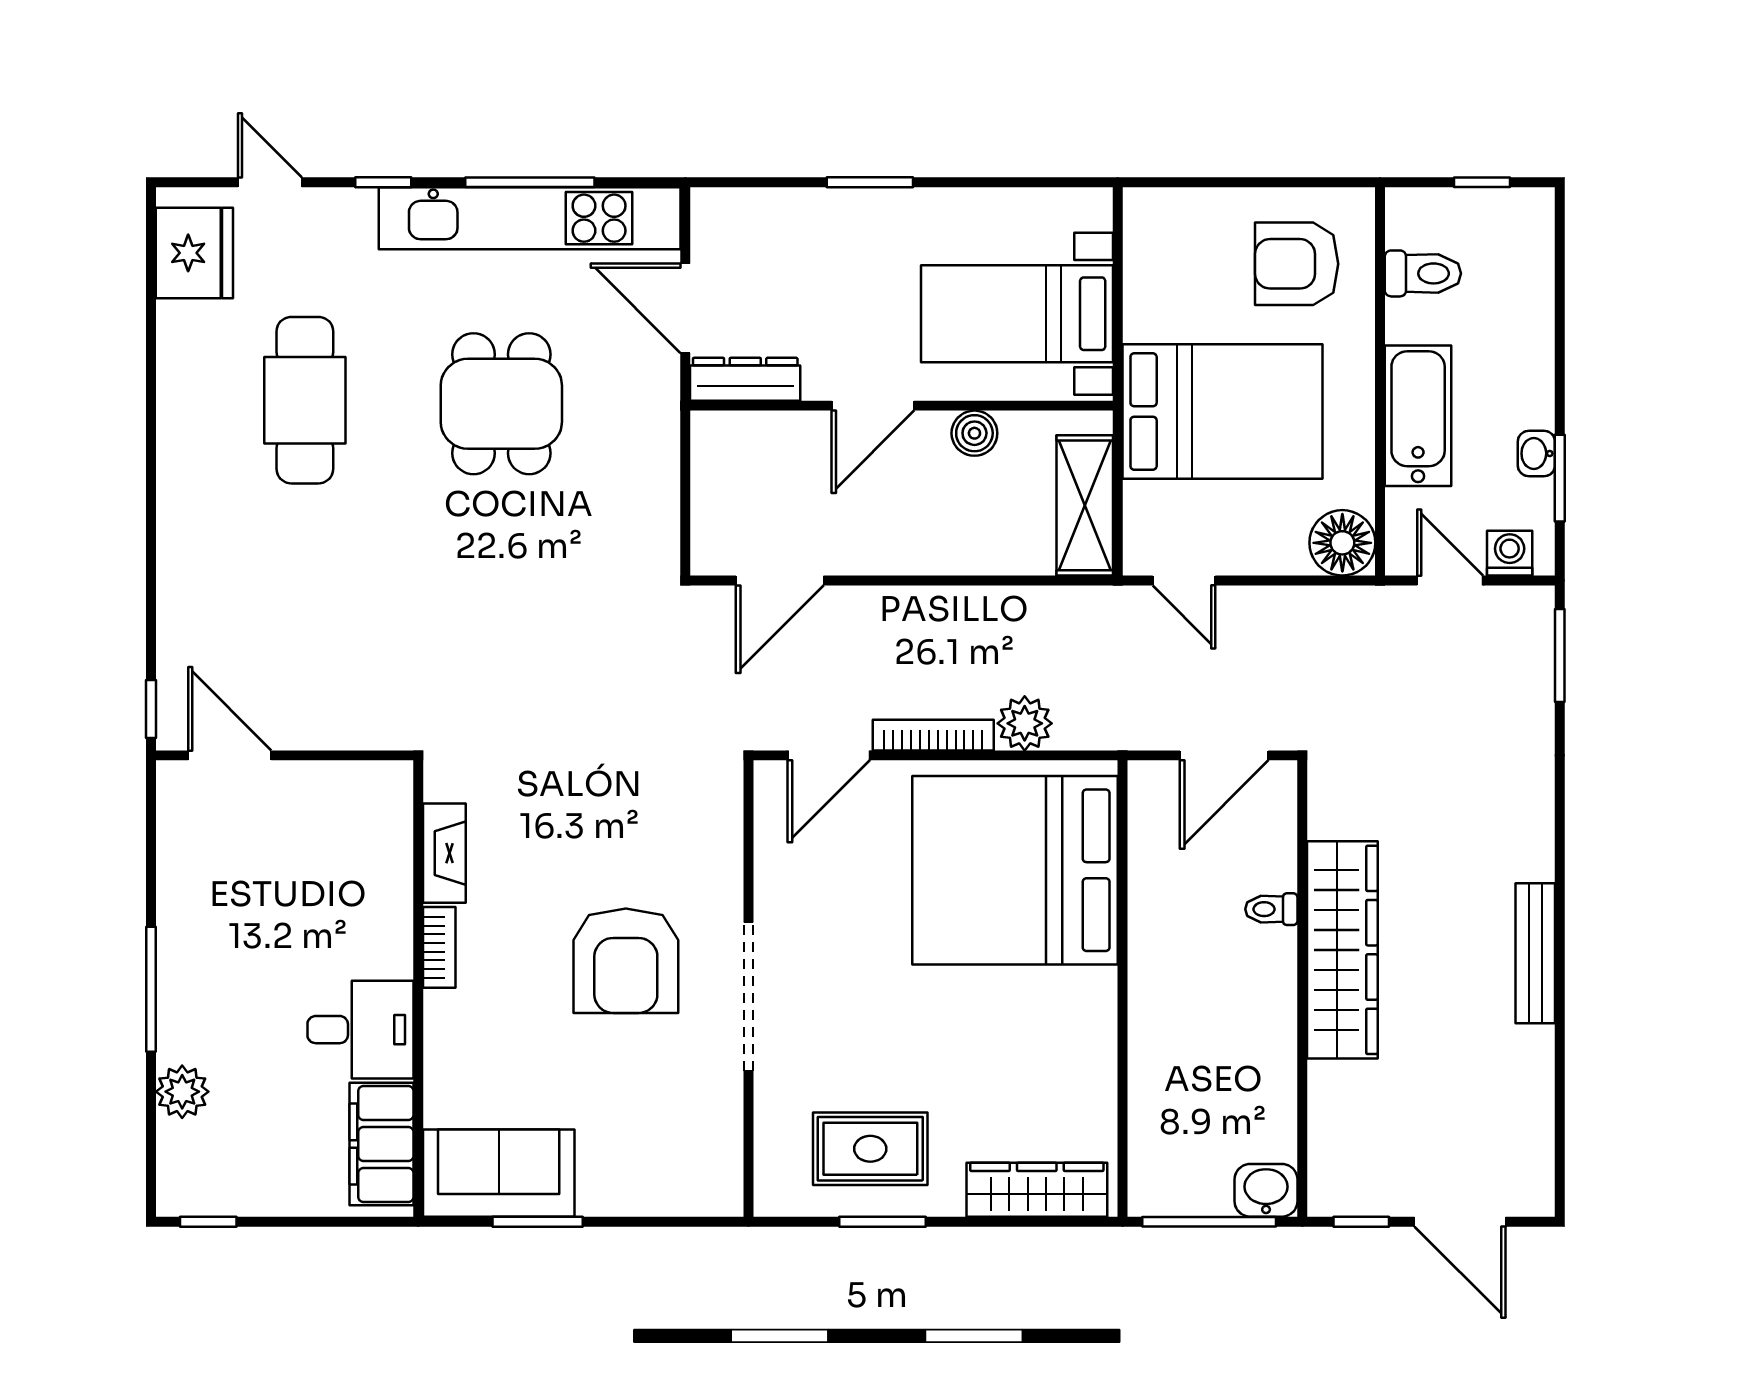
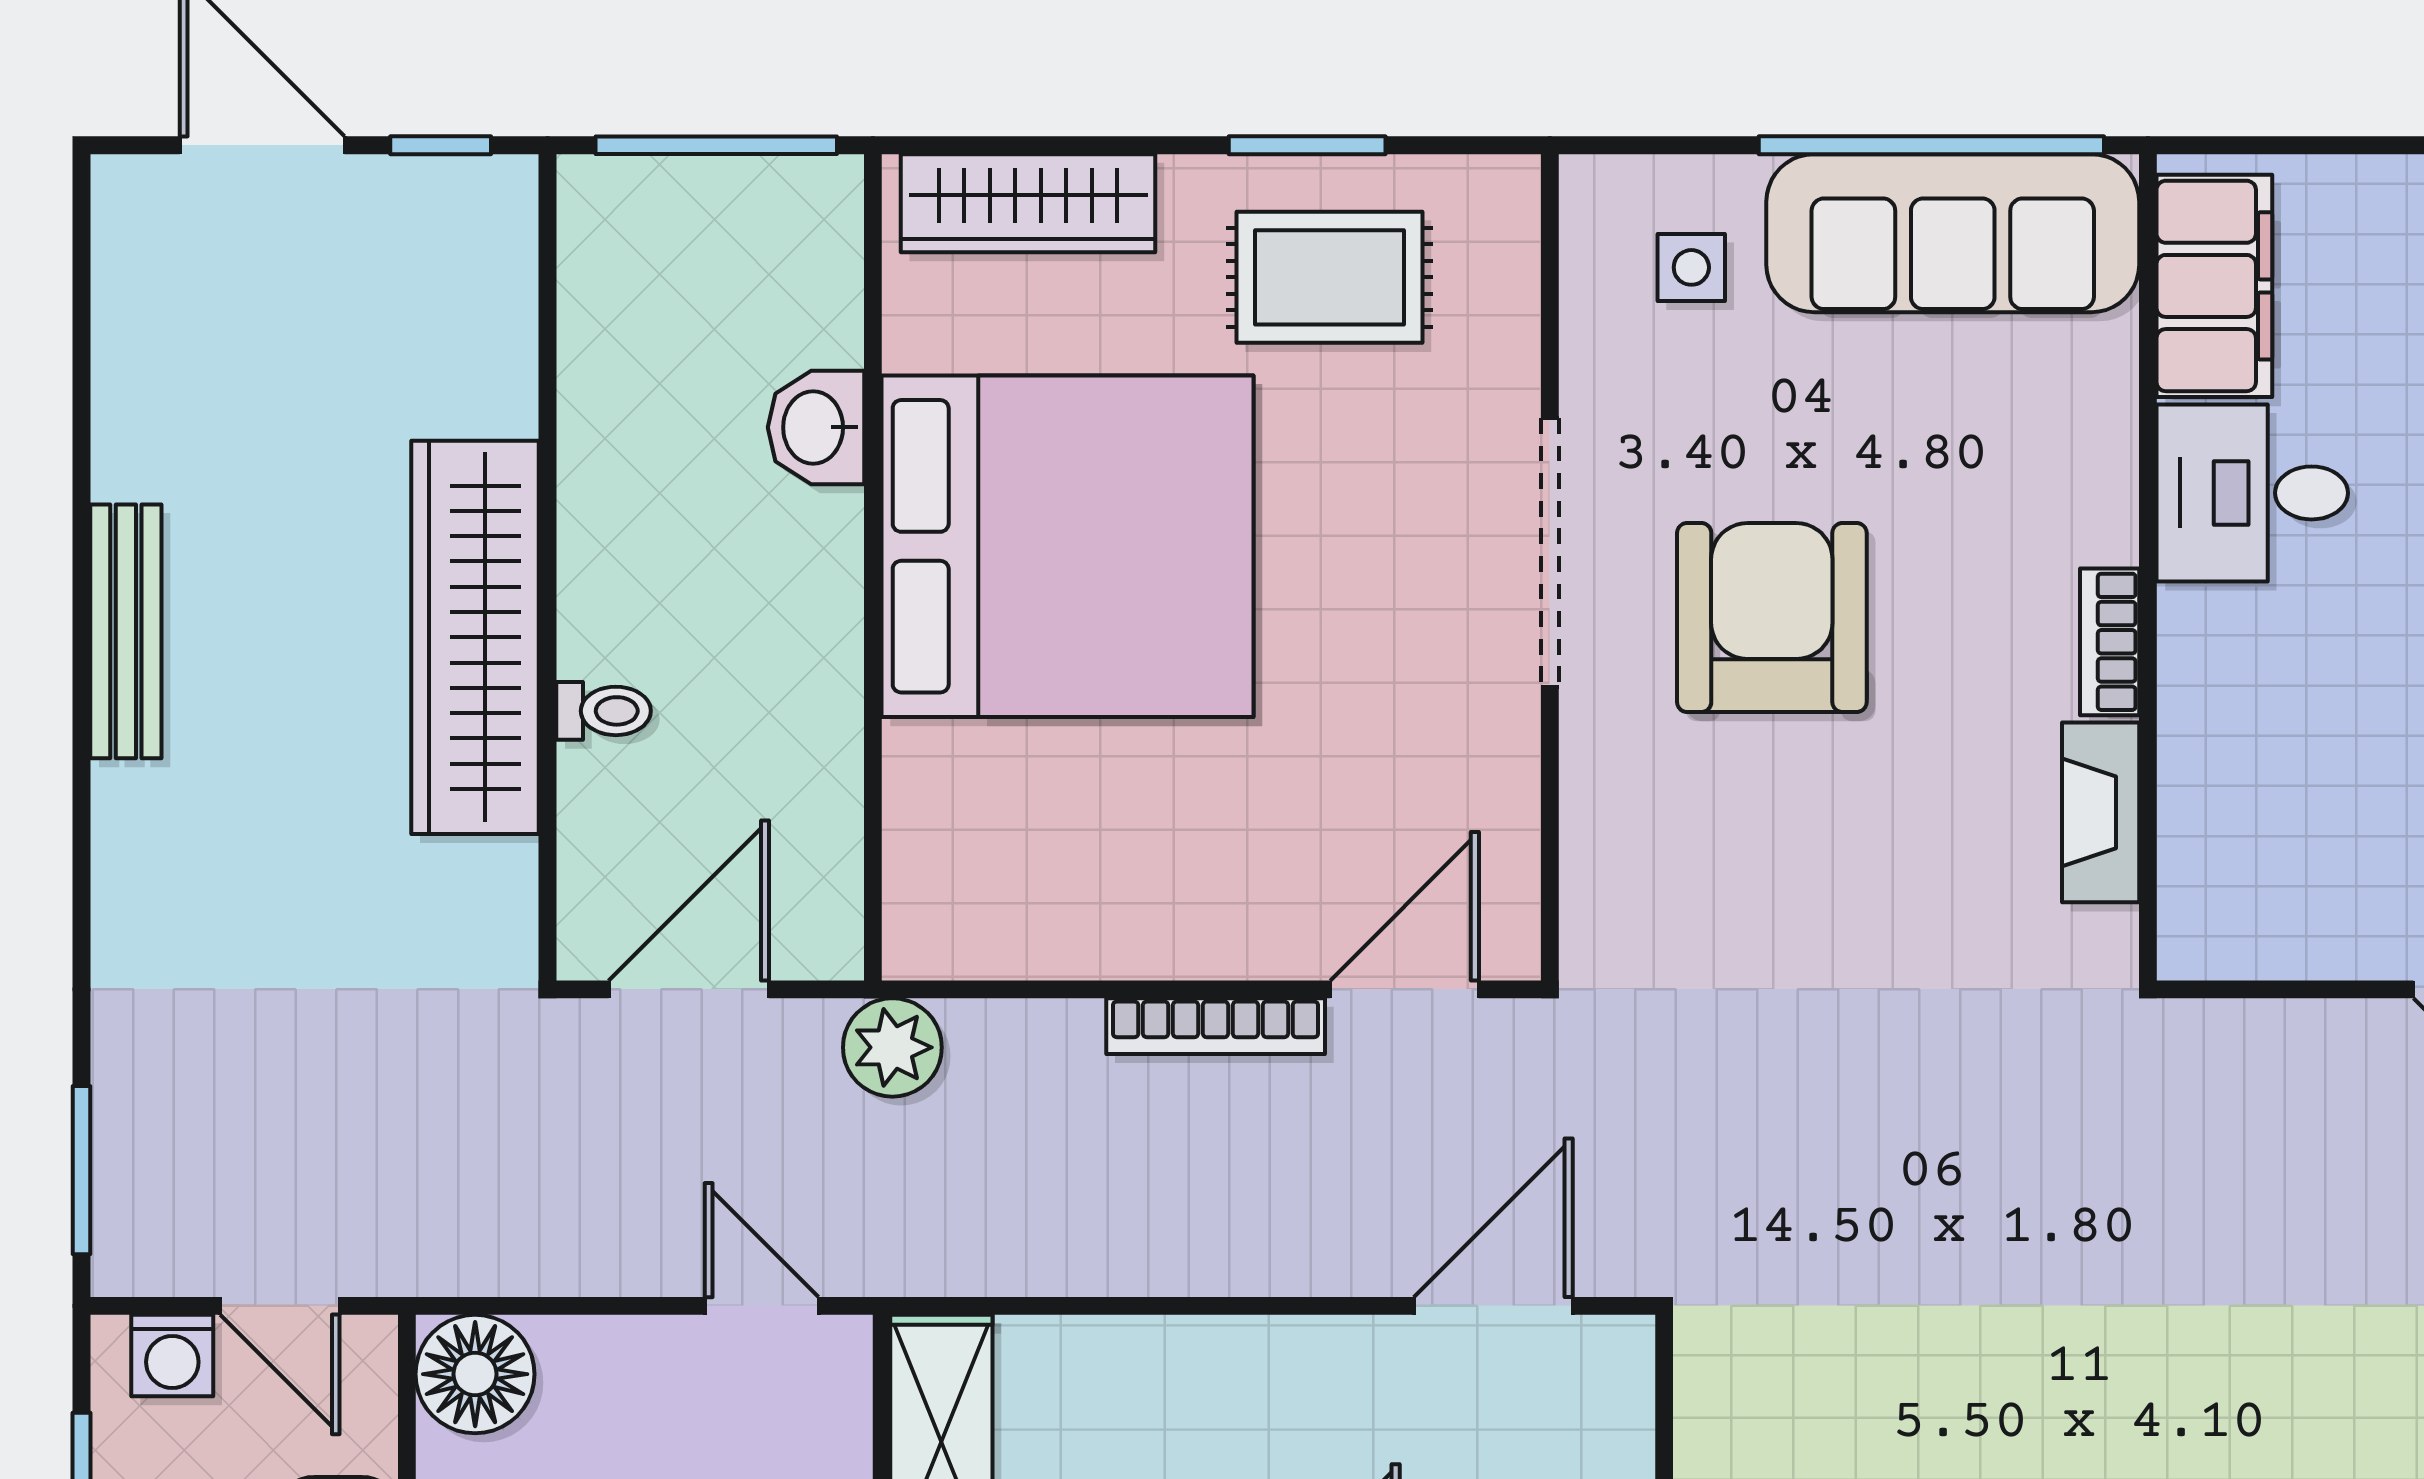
plant: (1025, 723) -> (892, 1047), moved
bed: (1015, 870) -> (1067, 546), moved
side table: (670, 1154) -> (1691, 267), added
sofa: (499, 1173) -> (1953, 233), width x1.36
washbasin: (1266, 1190) -> (816, 427), moved, turned 90
window: (538, 1222) -> (1931, 145), width x2.11

